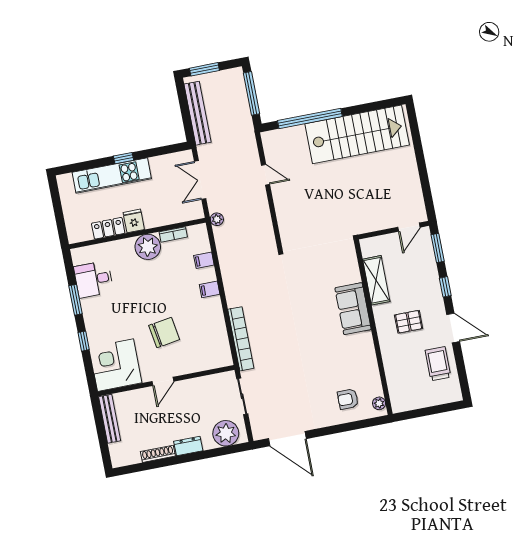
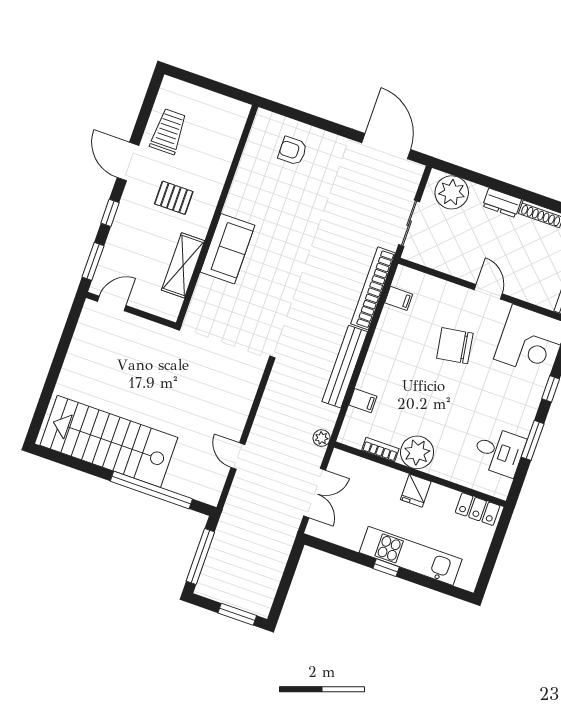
bench: (198, 113) -> (345, 367), moved
locker: (108, 228) -> (478, 509), moved
filing cabinet: (210, 289) -> (399, 298), moved
trolley: (438, 364) -> (168, 132), turned 180
door: (163, 381) -> (488, 292), hinge flipped
armchair: (348, 399) -> (293, 151), turned 180
plant: (379, 403) -> (260, 126), removed

